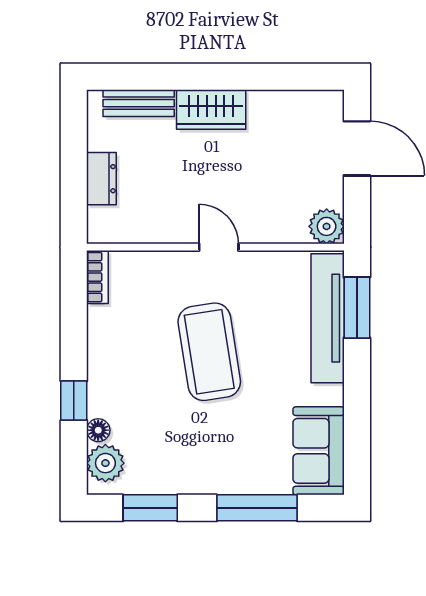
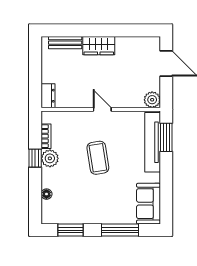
dresser: (101, 179) -> (48, 96), moved
bookcase: (97, 277) -> (46, 136), moved
coffee table: (209, 352) -> (98, 158), width x0.73, depth x0.76
window: (74, 401) -> (35, 158), moved
plant: (105, 463) -> (50, 158), moved

